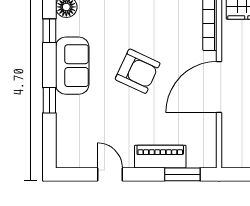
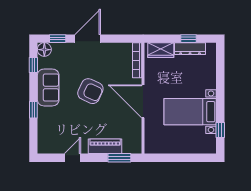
door: (219, 87) -> (143, 101), hinge flipped
door: (110, 174) -> (73, 158), hinge flipped

